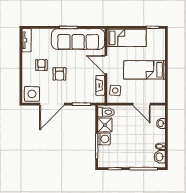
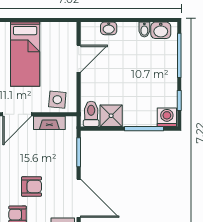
washing machine: (104, 139) -> (167, 117), moved

